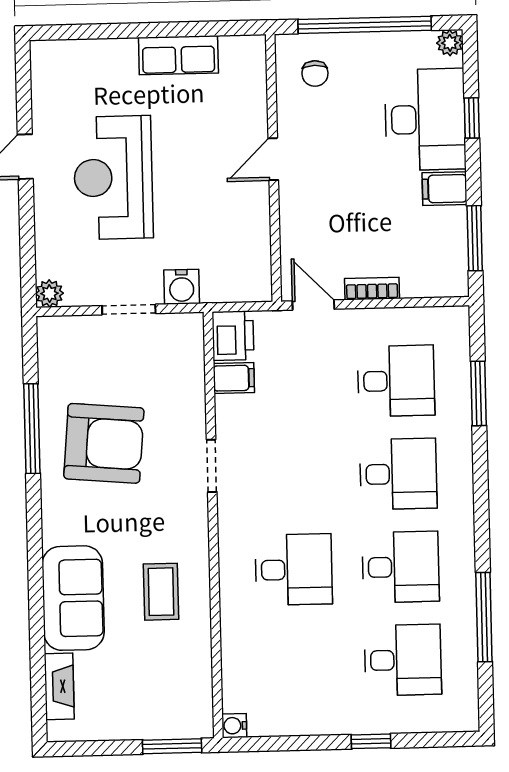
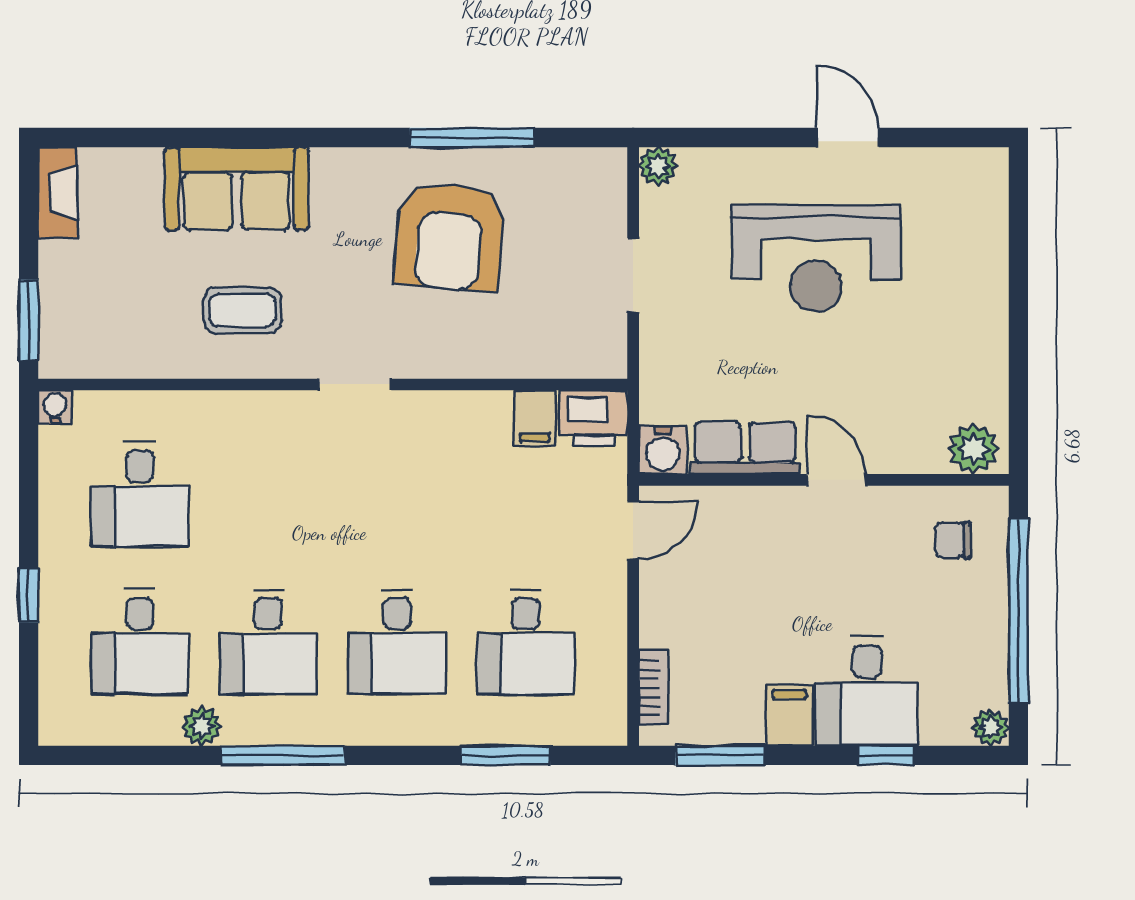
row of seats: (178, 55) -> (745, 448), moved, turned 90
plant: (248, 60) -> (974, 449), added
desk: (425, 119) -> (867, 691), width x0.73
reception desk: (113, 178) -> (816, 258), turned 180
water cooler: (182, 287) -> (663, 450), moved, turned -90
bookcase: (372, 289) -> (654, 688), moved
doorway: (212, 466) -> (355, 384), moved
desk: (294, 570) -> (140, 494), moved
plant: (463, 614) -> (202, 726), added
window: (484, 617) -> (283, 755), moved
fireplace: (59, 686) -> (58, 193), moved, turned -90

